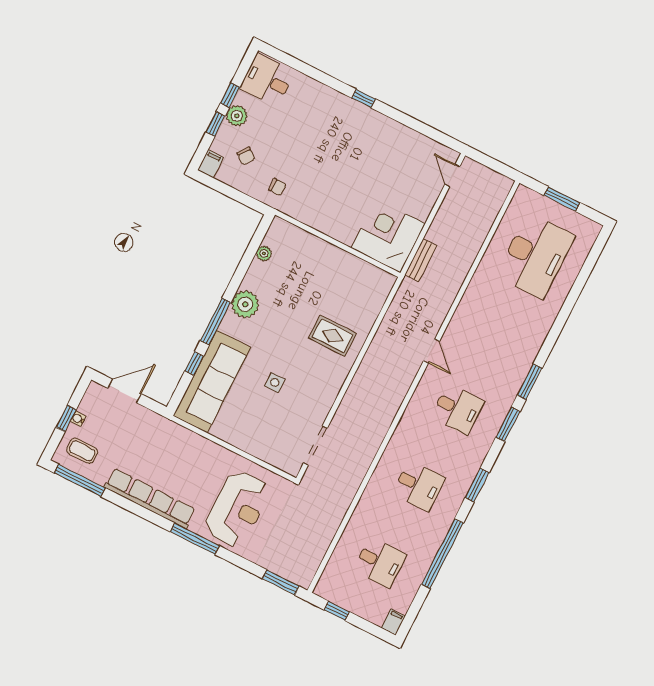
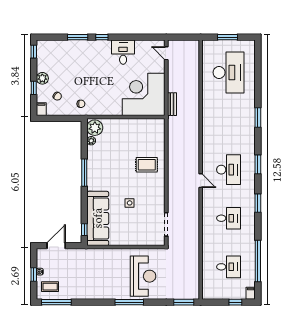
window: (325, 79) -> (78, 37), added
desk: (267, 80) -> (123, 52), moved, turned 90
window: (230, 95) -> (34, 52), moved
corner desk: (388, 236) -> (144, 94), width x1.36, depth x1.36
plant: (245, 304) -> (95, 128), moved
window: (216, 321) -> (84, 173), moved
door: (432, 351) -> (201, 181), moved
window: (194, 363) -> (84, 230), moved
window: (530, 382) -> (258, 118), moved
desk: (458, 409) -> (229, 170), width x1.37
row of seats: (150, 498) -> (96, 293), removed
window: (442, 554) -> (258, 261), moved
window: (337, 611) -> (235, 302), moved

